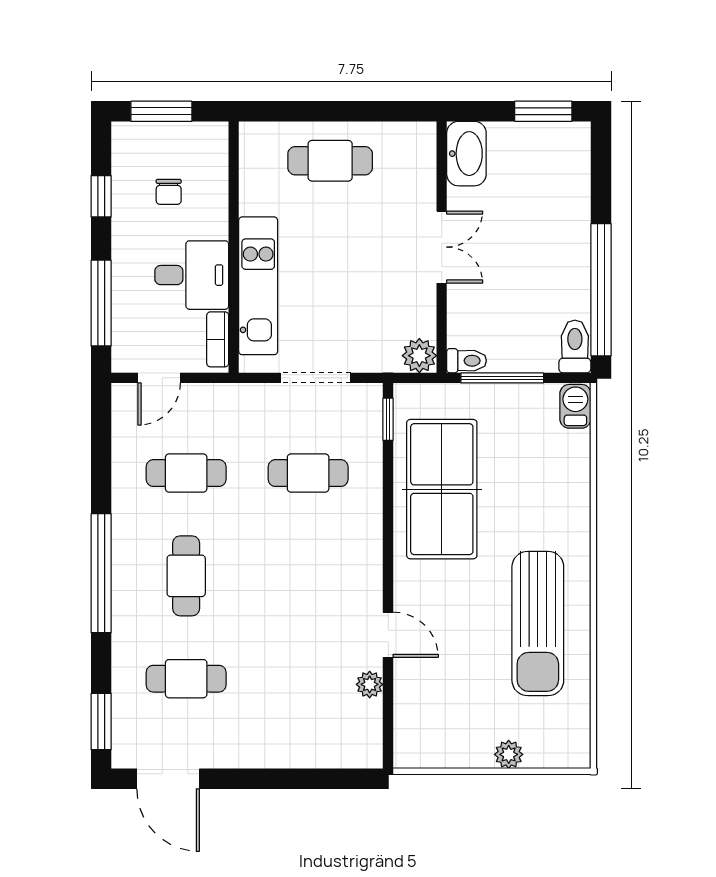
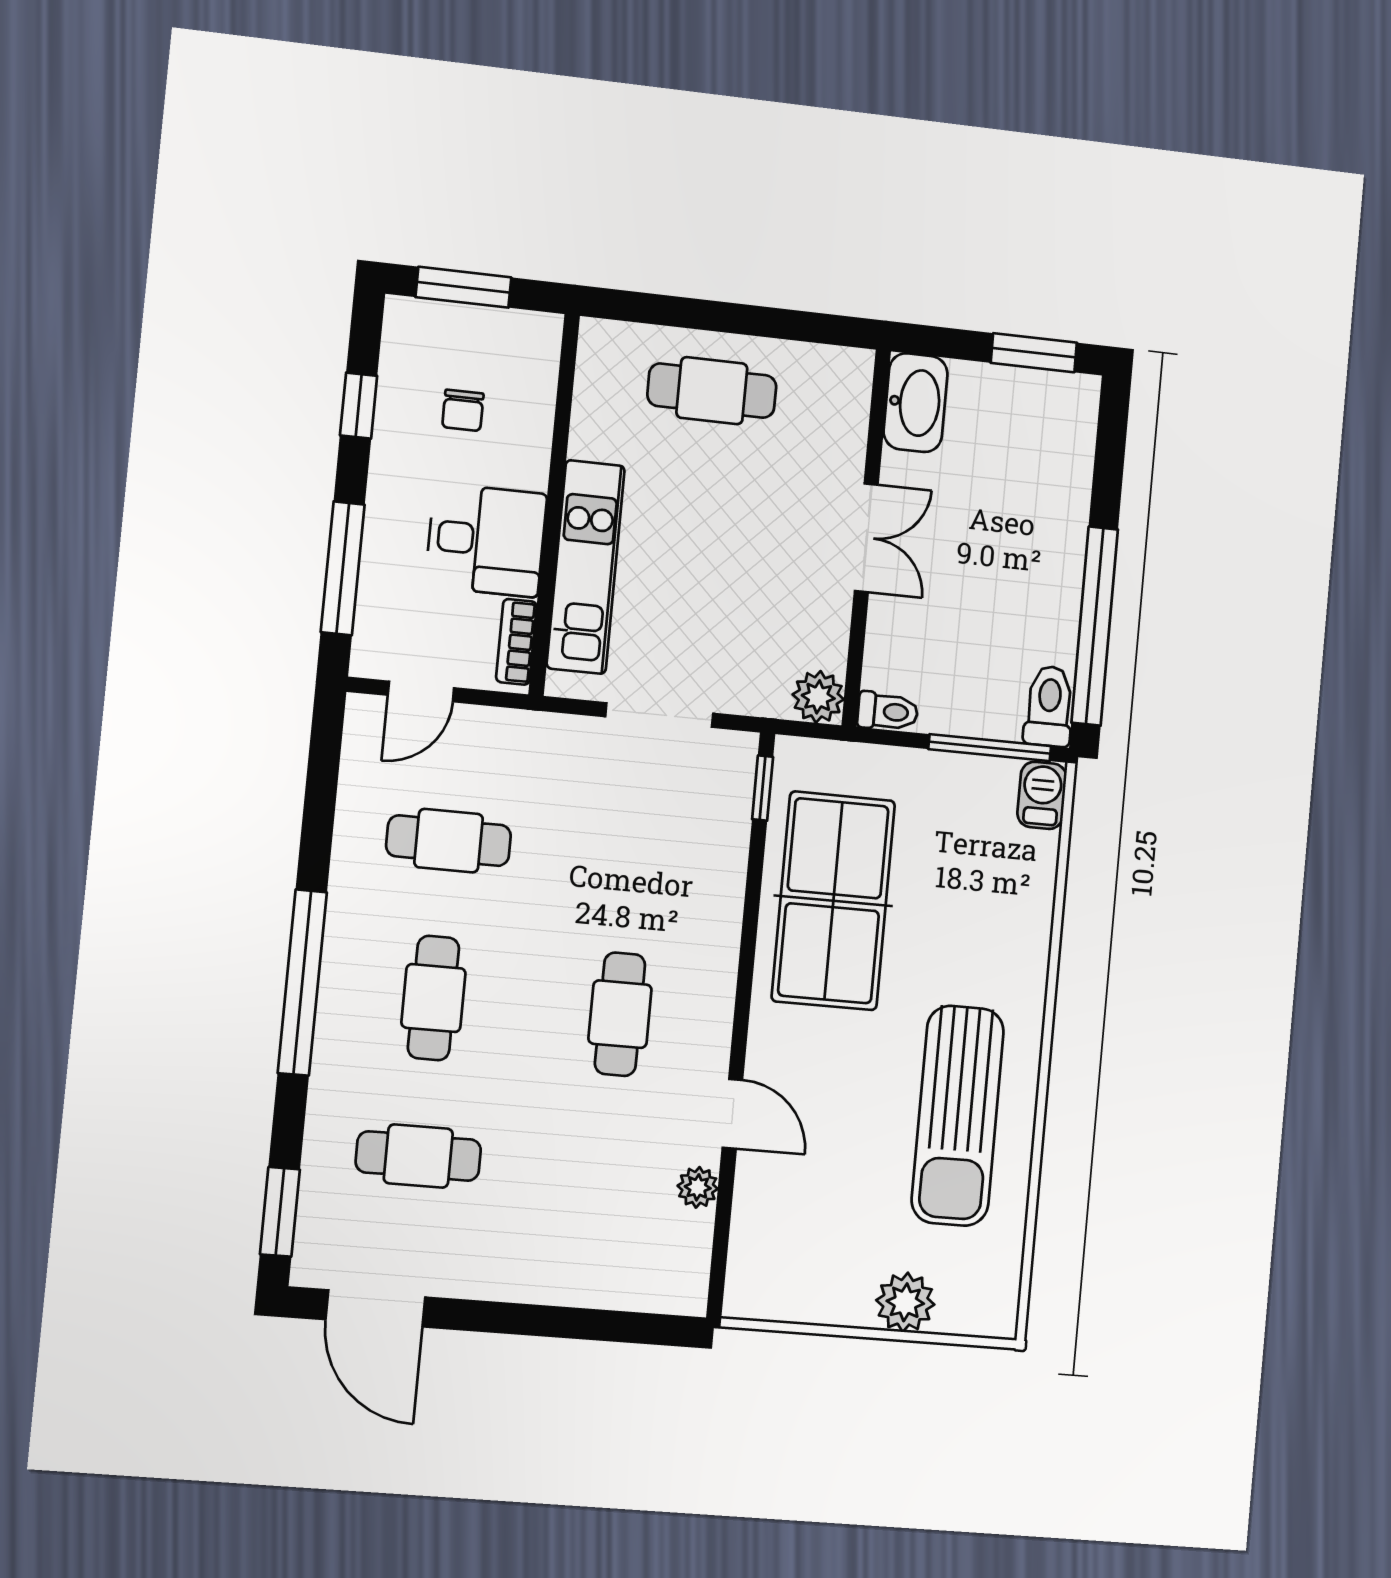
window: (502, 378) -> (990, 748), moved
cafe table: (308, 473) -> (620, 1014), moved, turned 90
plant: (509, 754) -> (905, 1302), width x1.38, depth x1.38

